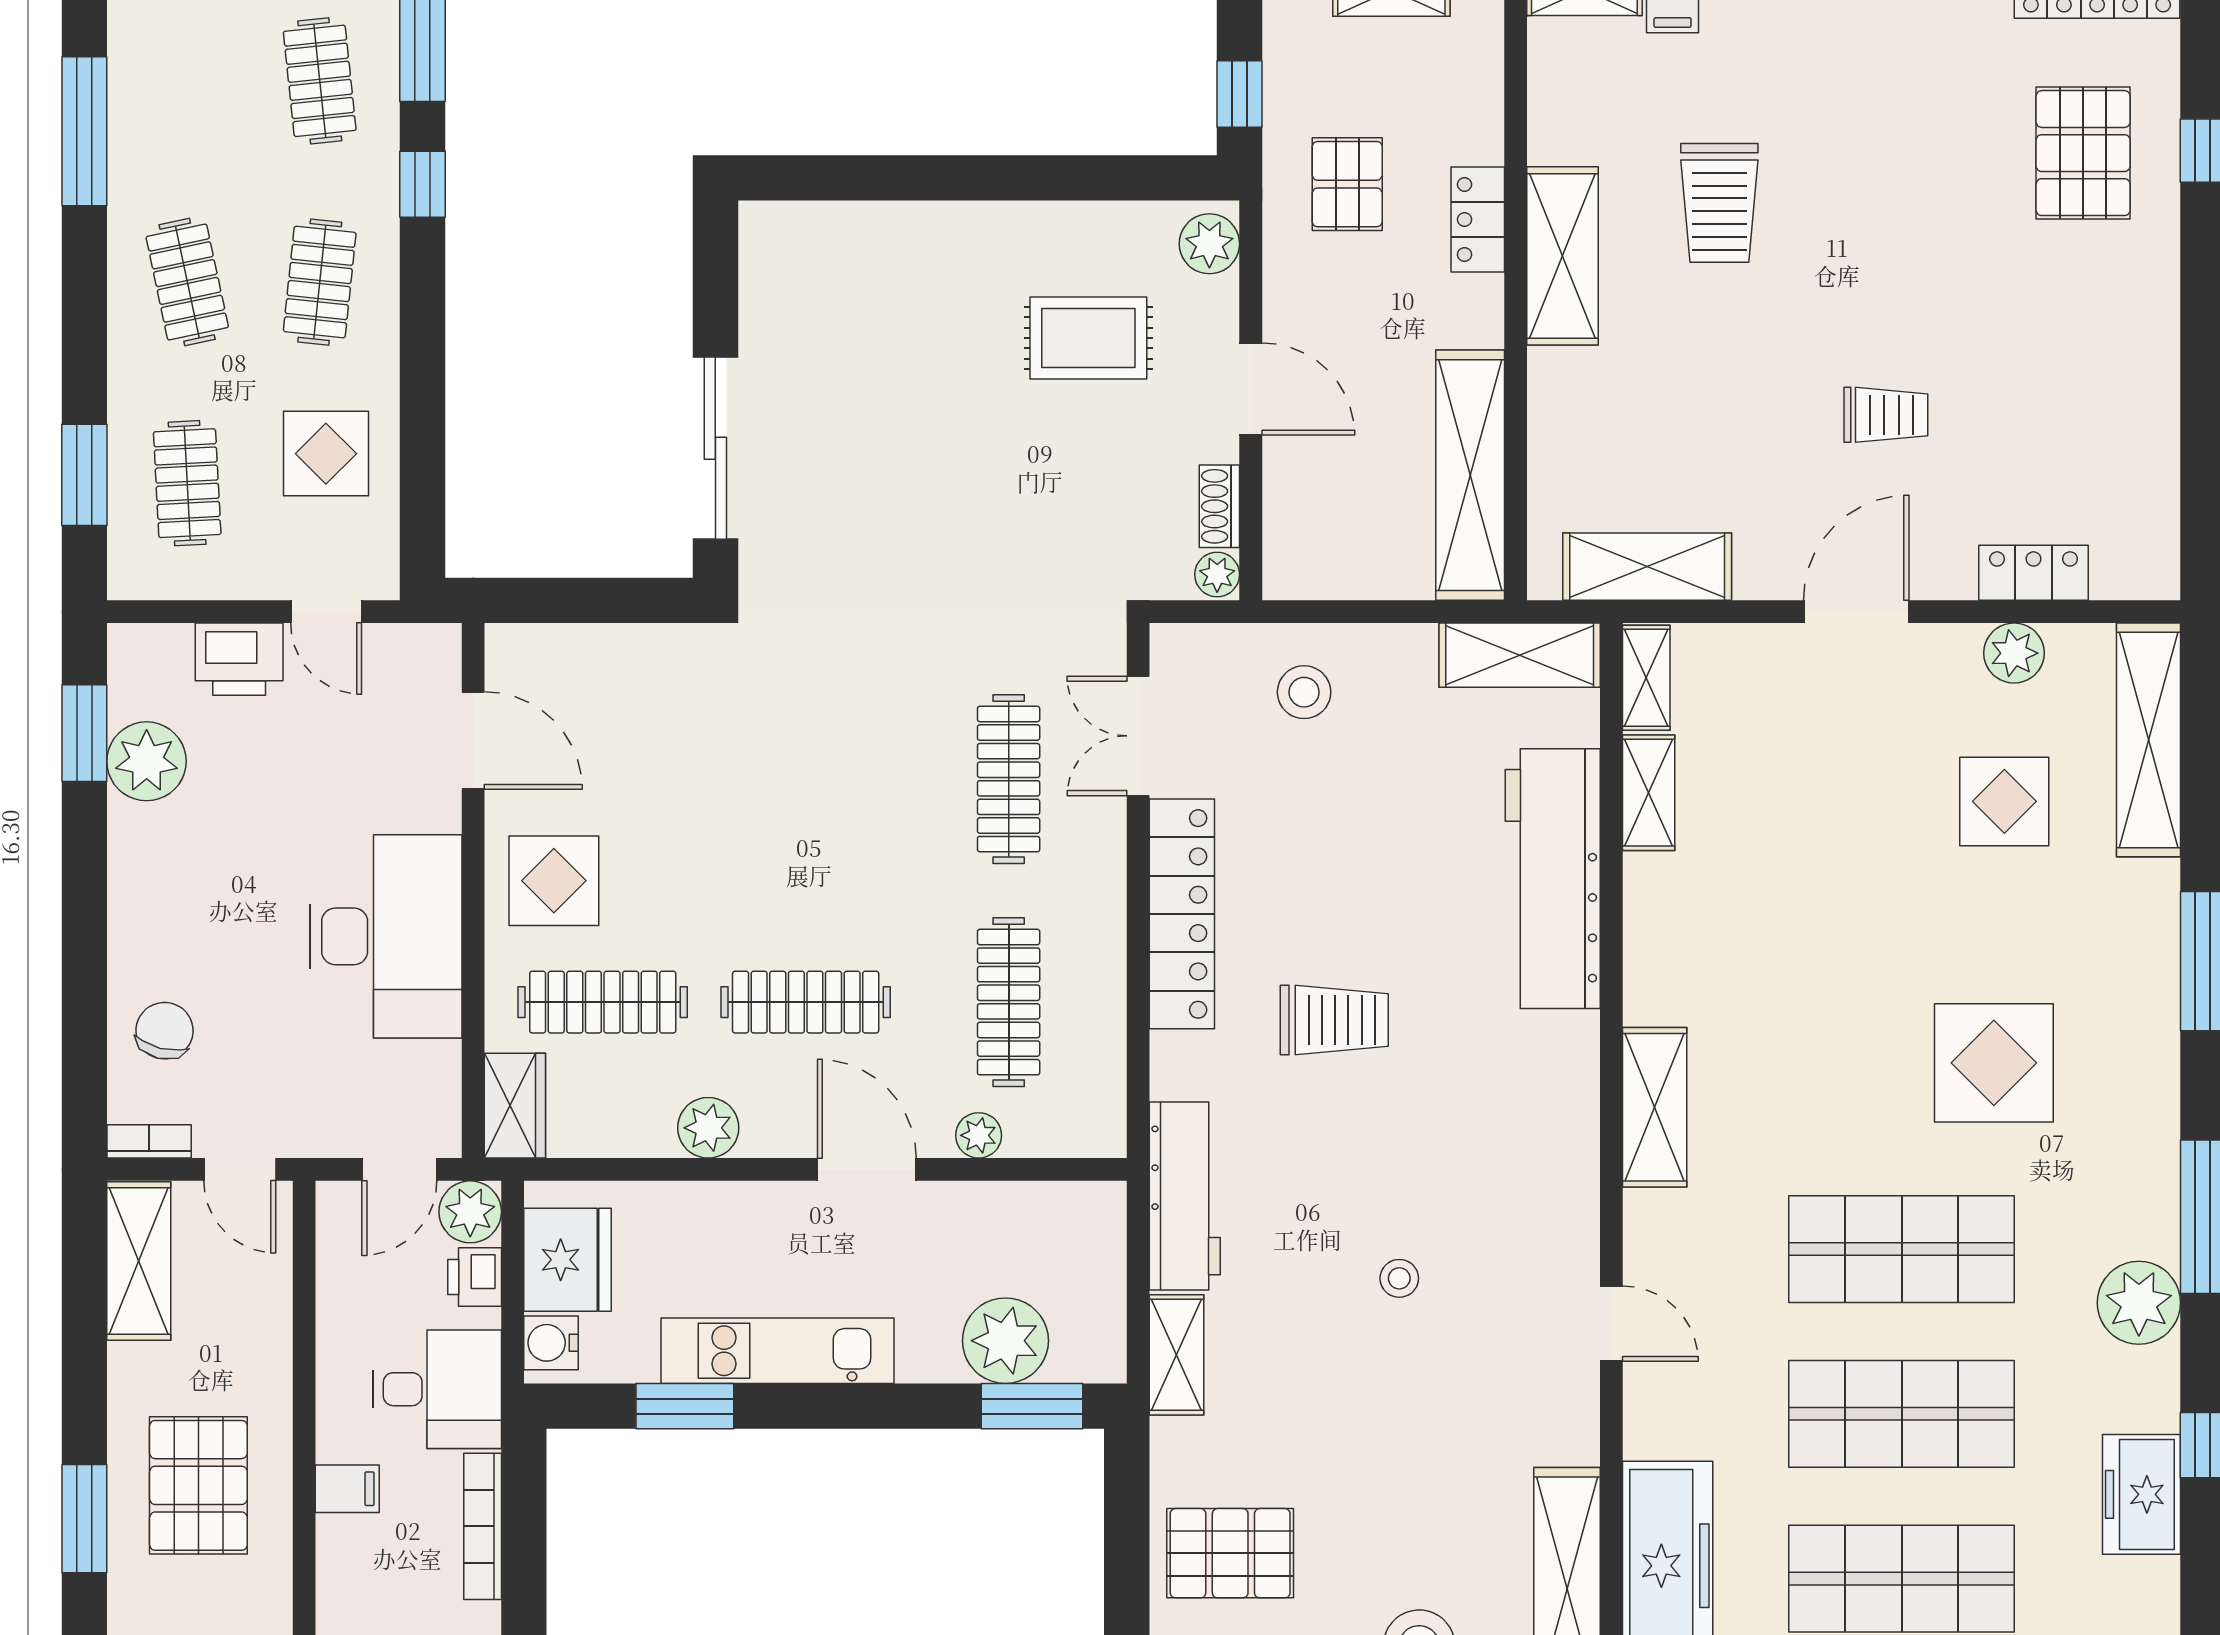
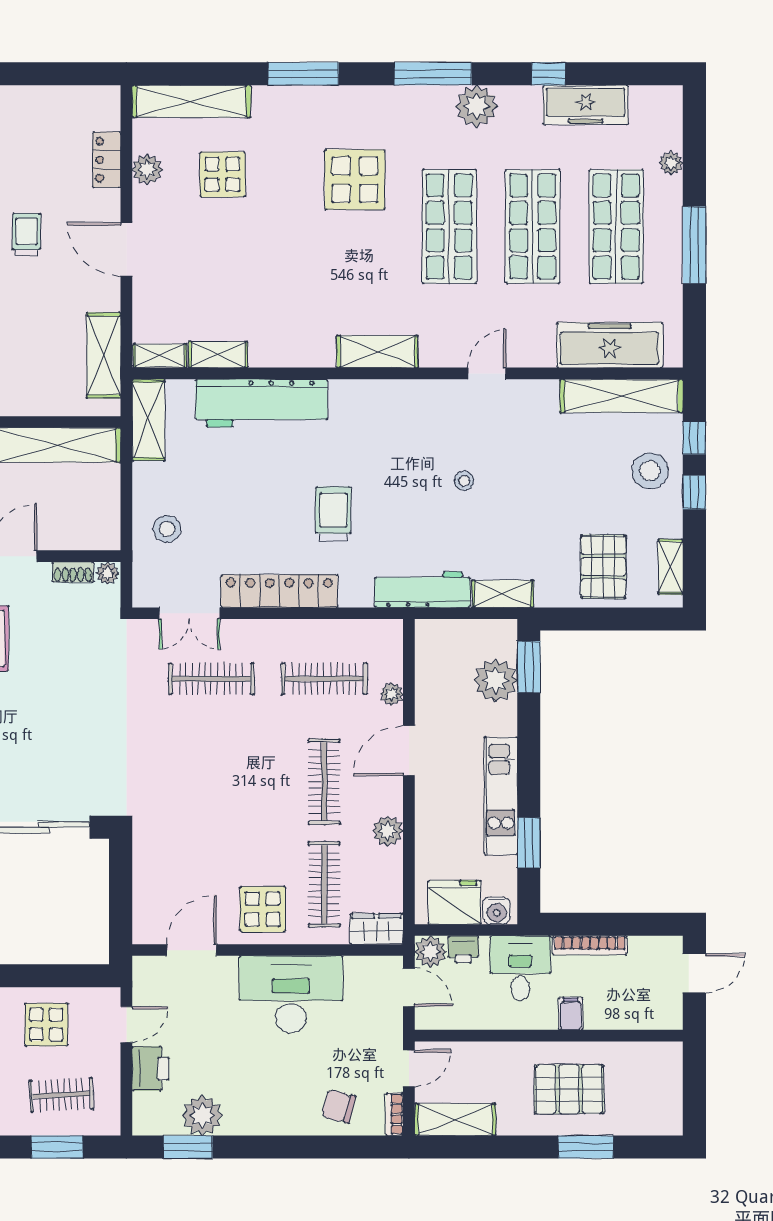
freezer: (2141, 1494) -> (586, 105), width x1.40

